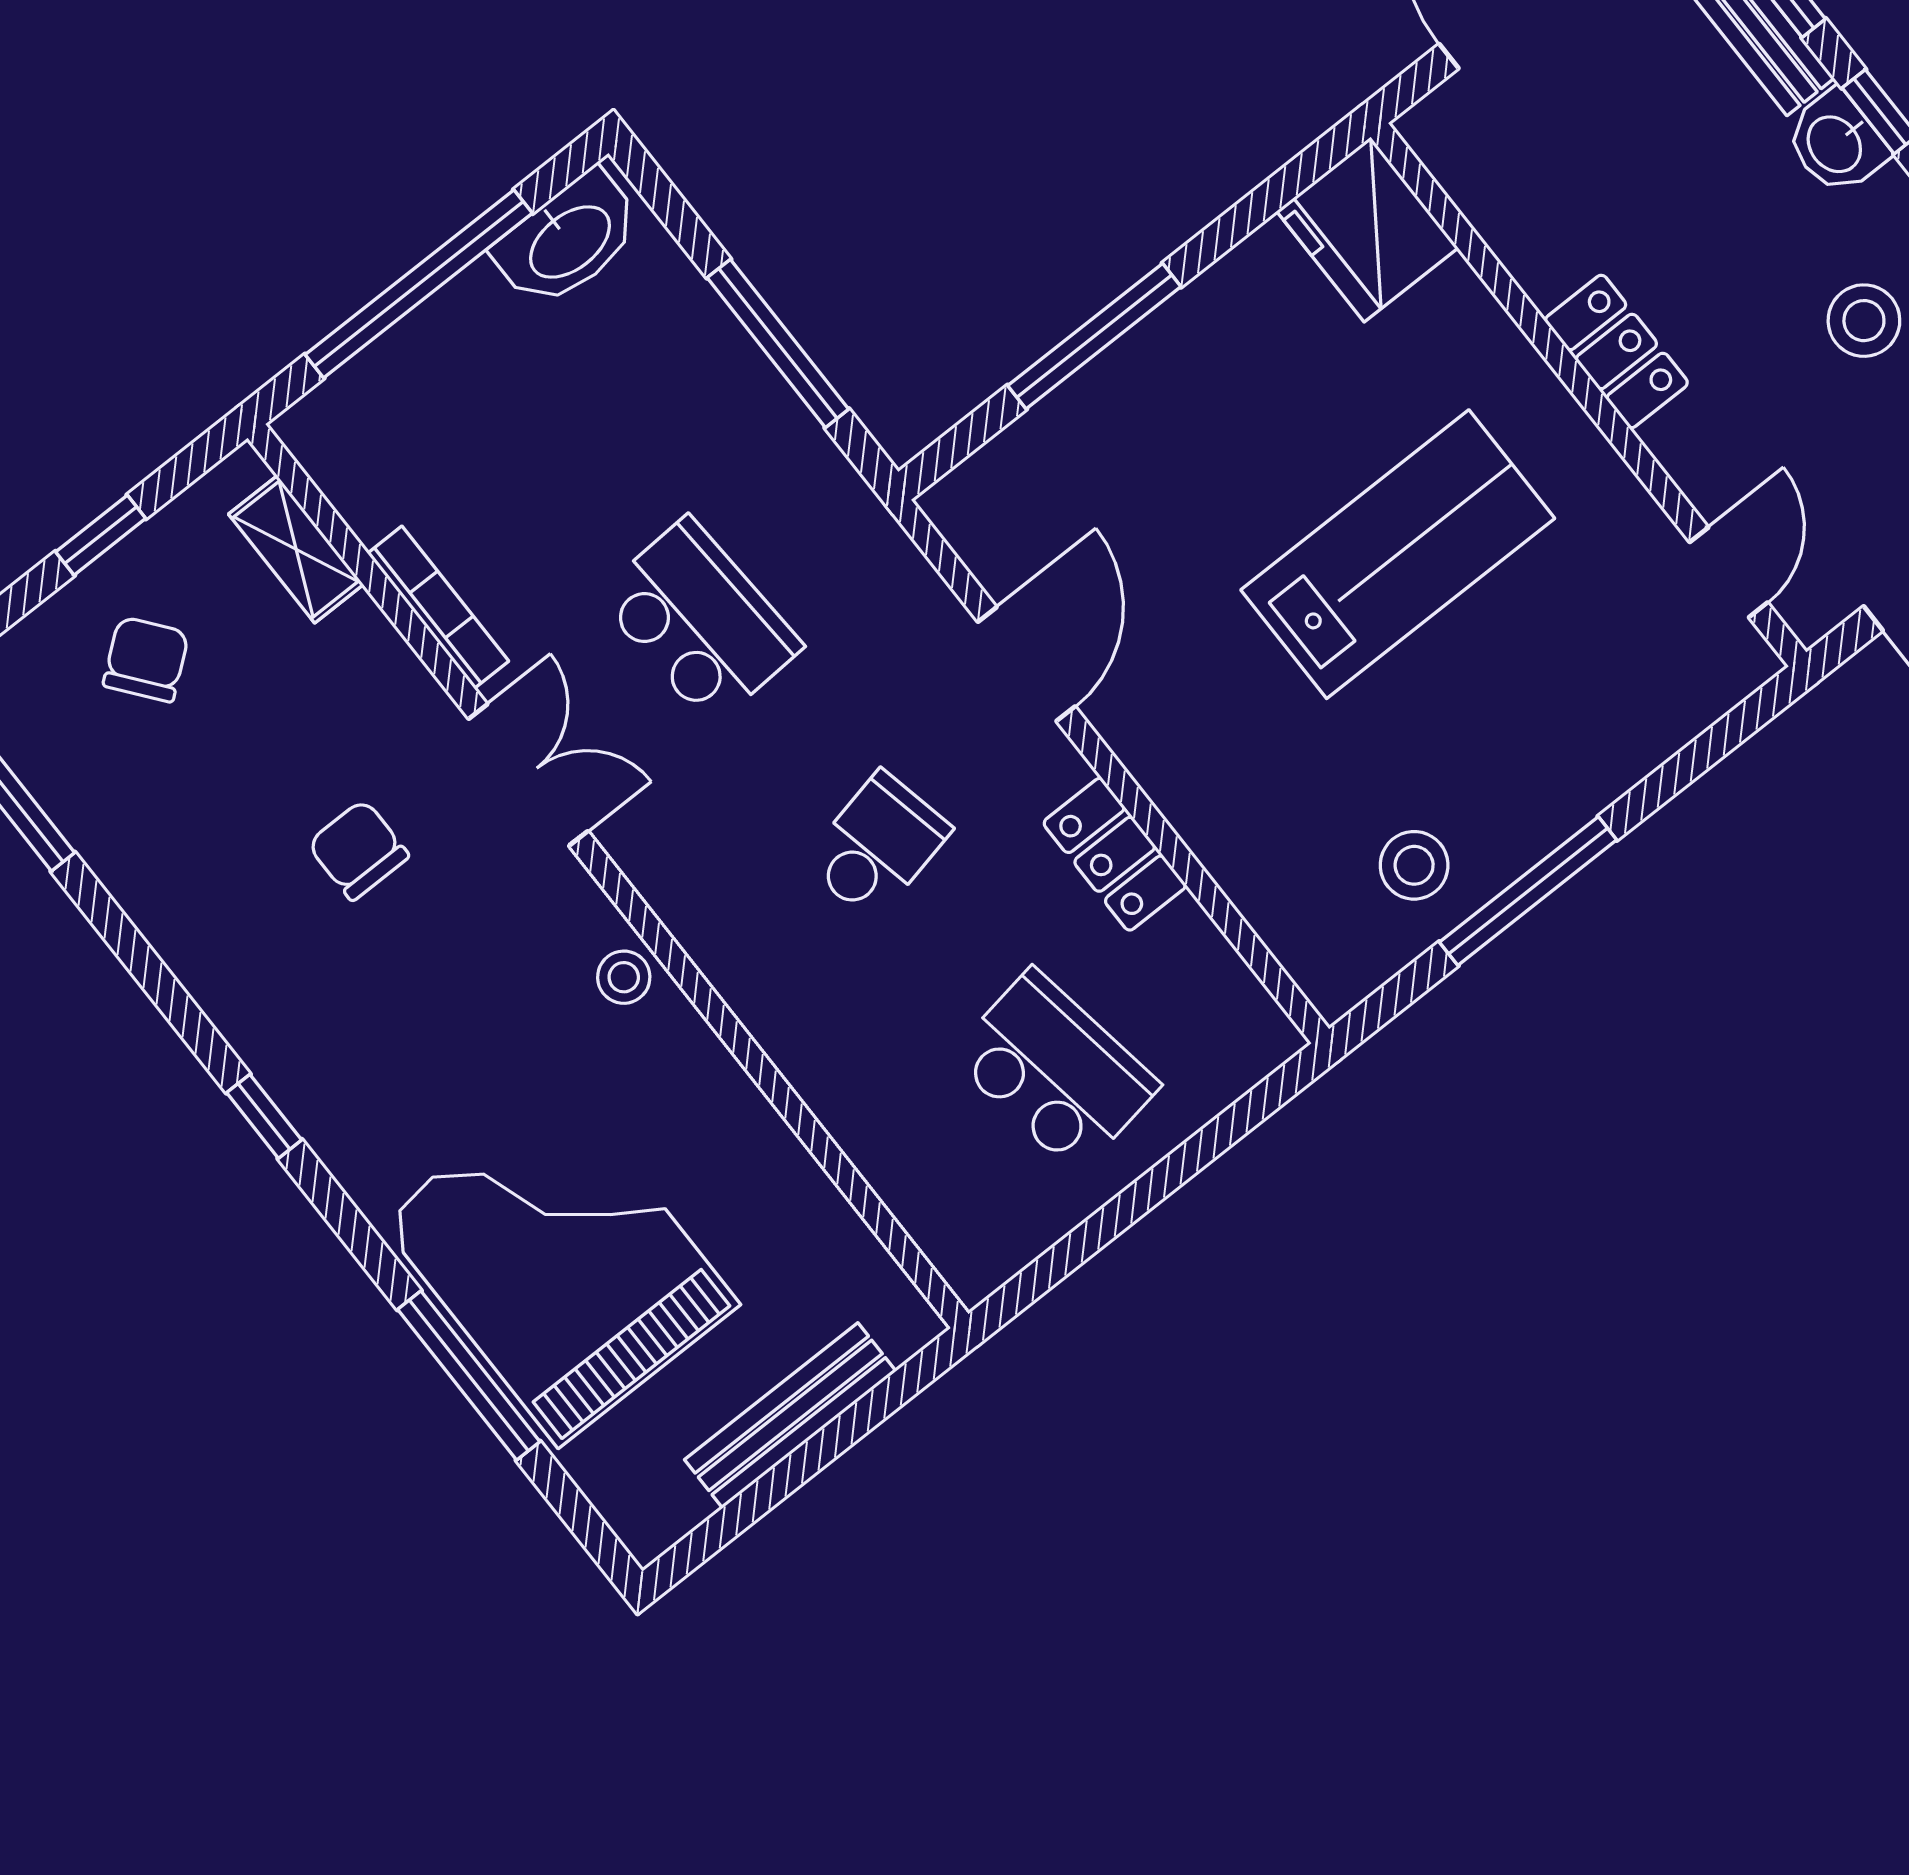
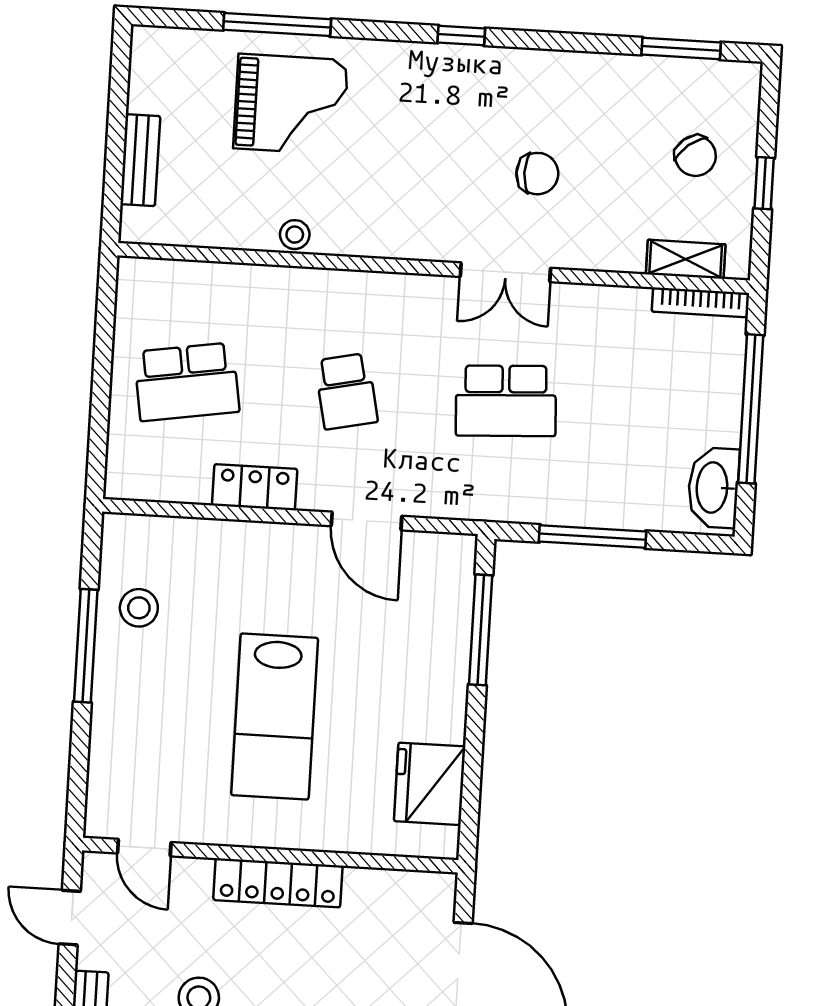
fridge: (1367, 230) -> (430, 784), moved, turned -90
window: (1094, 336) -> (481, 630), moved
locker: (1616, 351) -> (278, 883), width x1.53
bookcase: (438, 607) -> (701, 302), moved
stool: (624, 977) -> (295, 235), moved
grand piano: (559, 1263) -> (291, 104), width x0.73, depth x0.68
bench: (790, 1415) -> (140, 160), width x0.73

